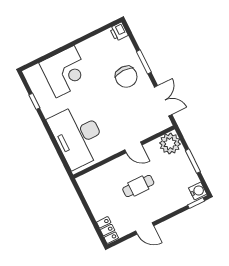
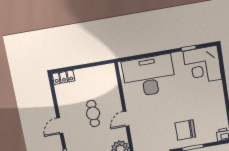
corner desk: (65, 72) -> (203, 65), moved
door: (145, 228) -> (60, 126), moved

